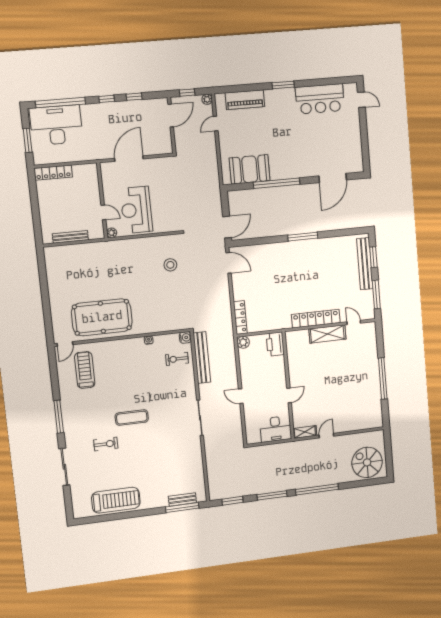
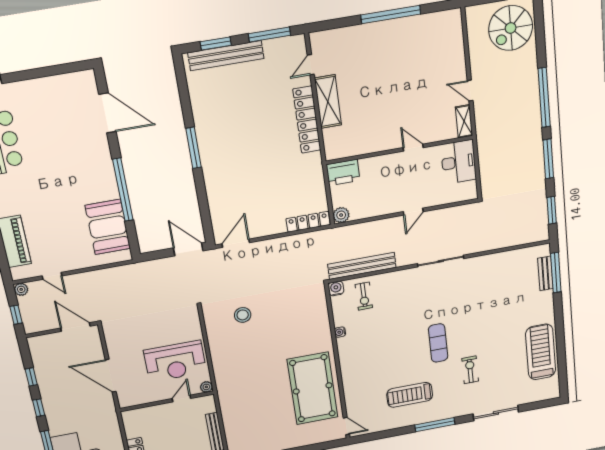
door: (171, 116) -> (75, 327), moved
treadmill: (85, 370) -> (410, 395), moved

